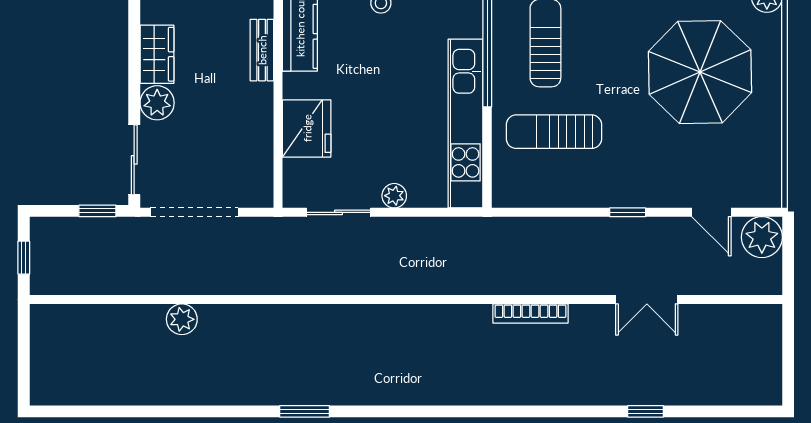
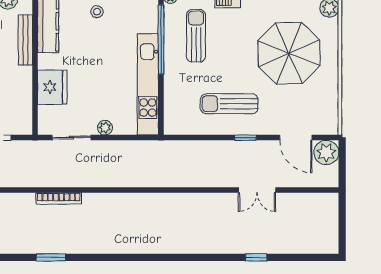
bench: (262, 50) -> (25, 40), width x1.36
sun lounger: (554, 132) -> (229, 104), moved
door: (711, 212) -> (296, 138), width x1.37
bookcase: (530, 313) -> (59, 198), moved

